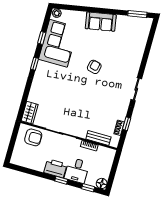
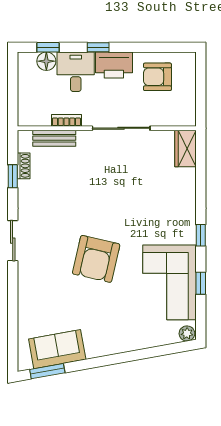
sofa: (101, 22) -> (57, 349), moved
armchair: (94, 67) -> (96, 259), width x1.88, depth x1.88
armchair: (33, 137) -> (157, 77), moved
floor lamp: (102, 183) -> (46, 61), moved

